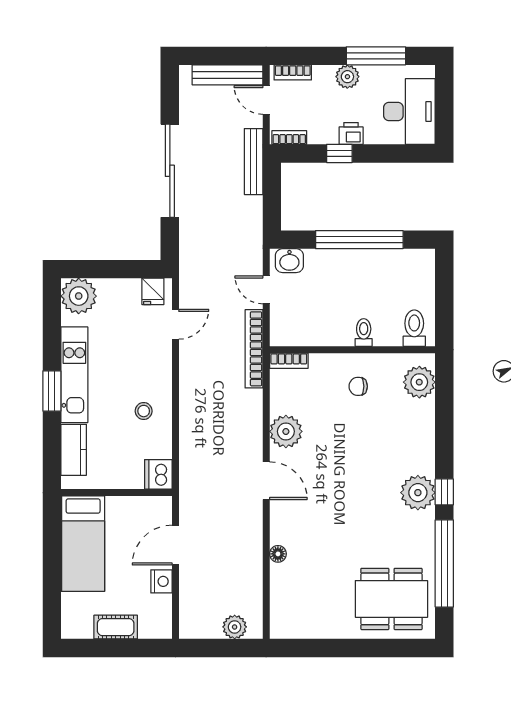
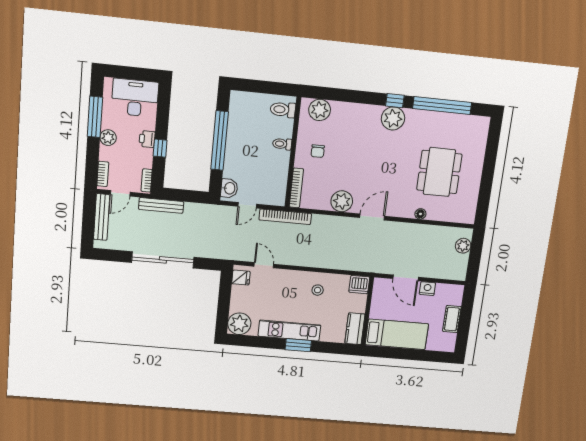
bookcase: (289, 361) -> (296, 188), width x1.56
kitchen counter: (74, 450) -> (355, 329), moved, turned -90
dining table: (391, 599) -> (439, 172), moved

